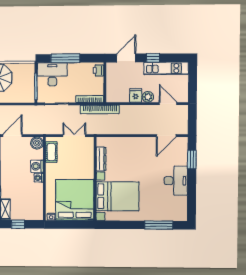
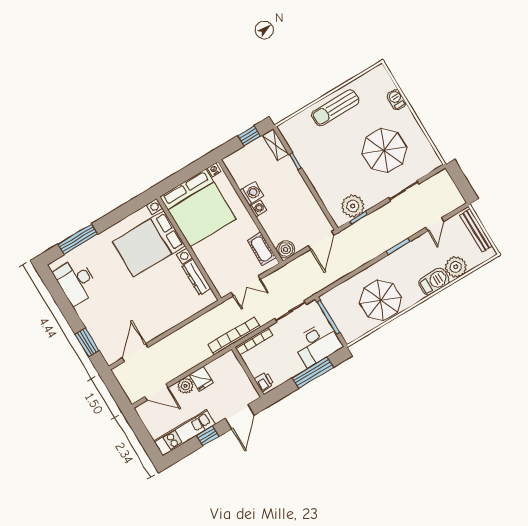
washing machine: (37, 166) -> (252, 193), moved
desk: (176, 181) -> (76, 281), moved

